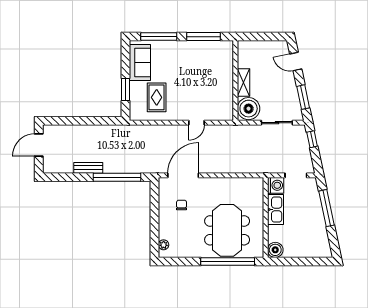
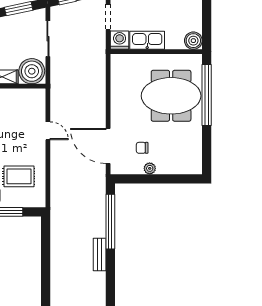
plant: (164, 245) -> (150, 168), moved

